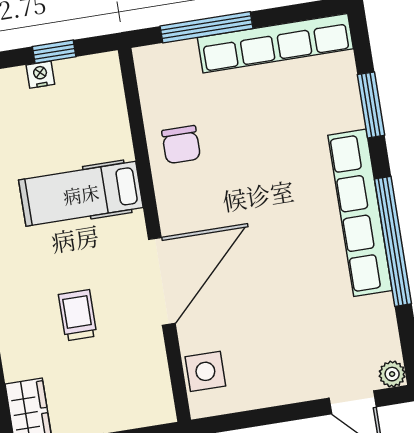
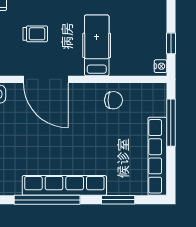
nightstand: (40, 75) -> (160, 66), moved
chair: (181, 145) -> (113, 100), turned 180

